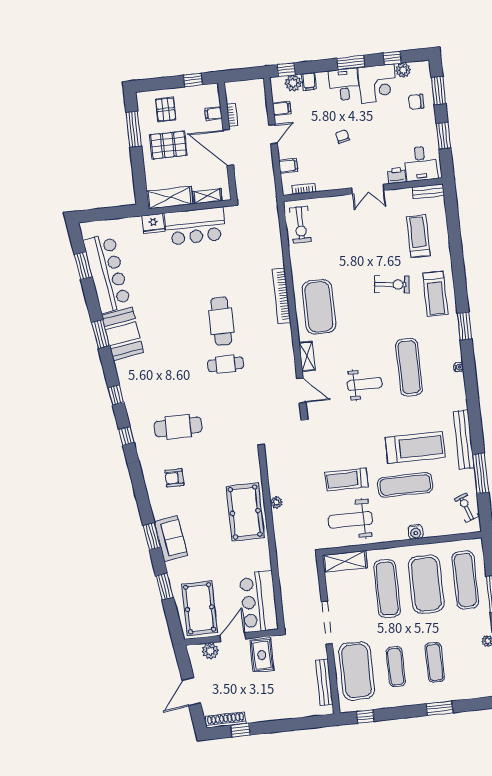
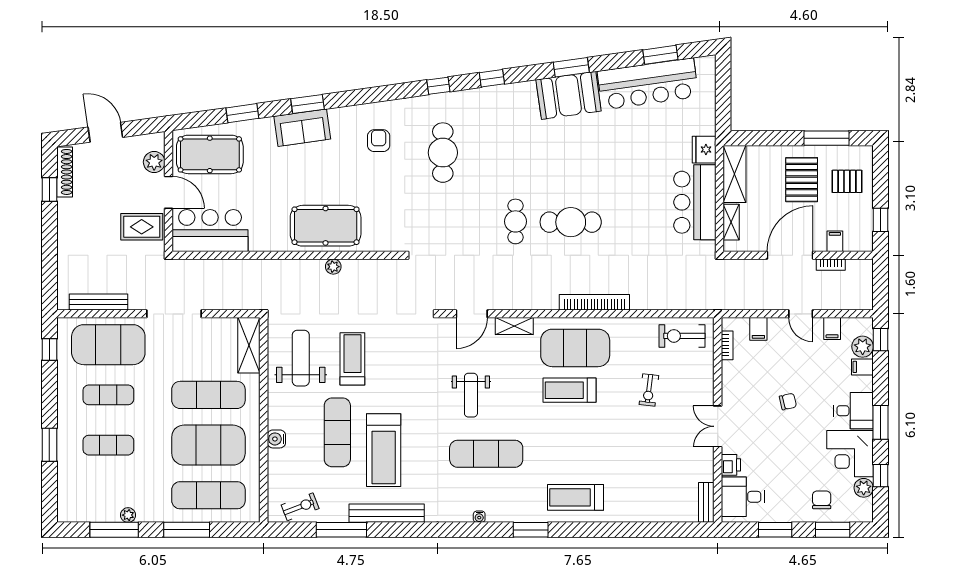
treadmill: (418, 236) -> (569, 390), moved, turned 180
exercise bike: (392, 284) -> (649, 390), moved, width x0.73, depth x0.72

